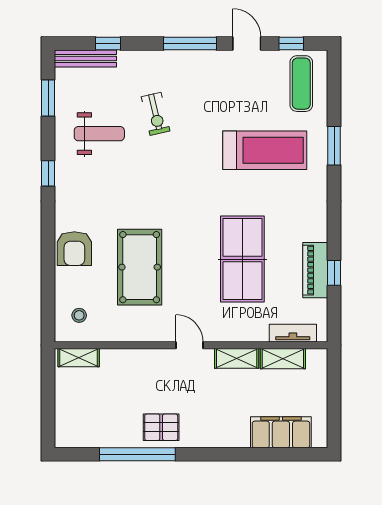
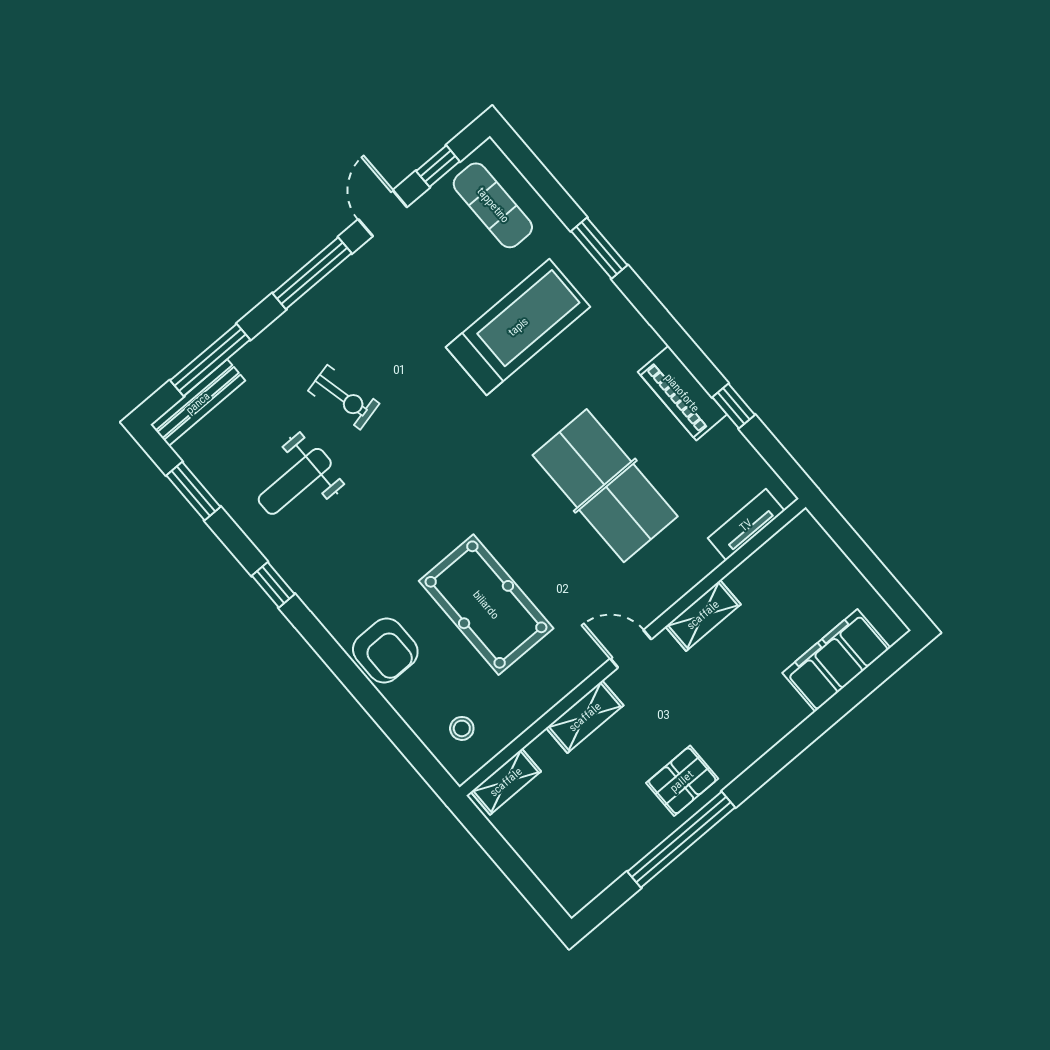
window: (108, 43) -> (210, 360), width x2.17
door: (247, 43) -> (383, 213), hinge flipped
weight bench: (99, 134) -> (295, 481), turned 180
piano: (315, 270) -> (682, 393), moved
shelving: (283, 359) -> (585, 717), moved

